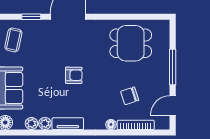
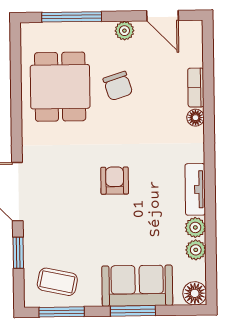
window: (173, 67) -> (72, 17), moved
plant: (164, 82) -> (124, 31), added
chair: (130, 96) -> (118, 86), moved
bookcase: (136, 125) -> (196, 88), width x0.64

